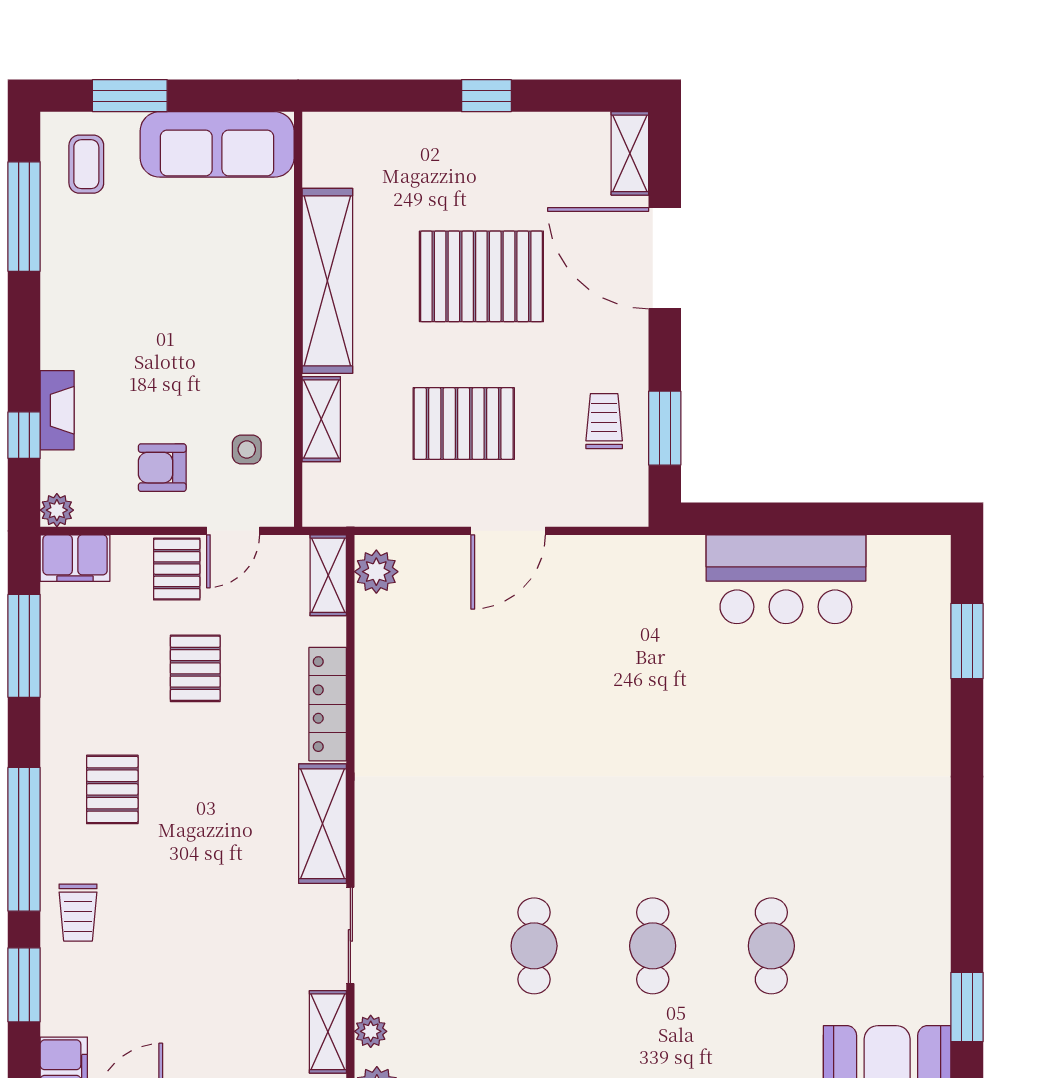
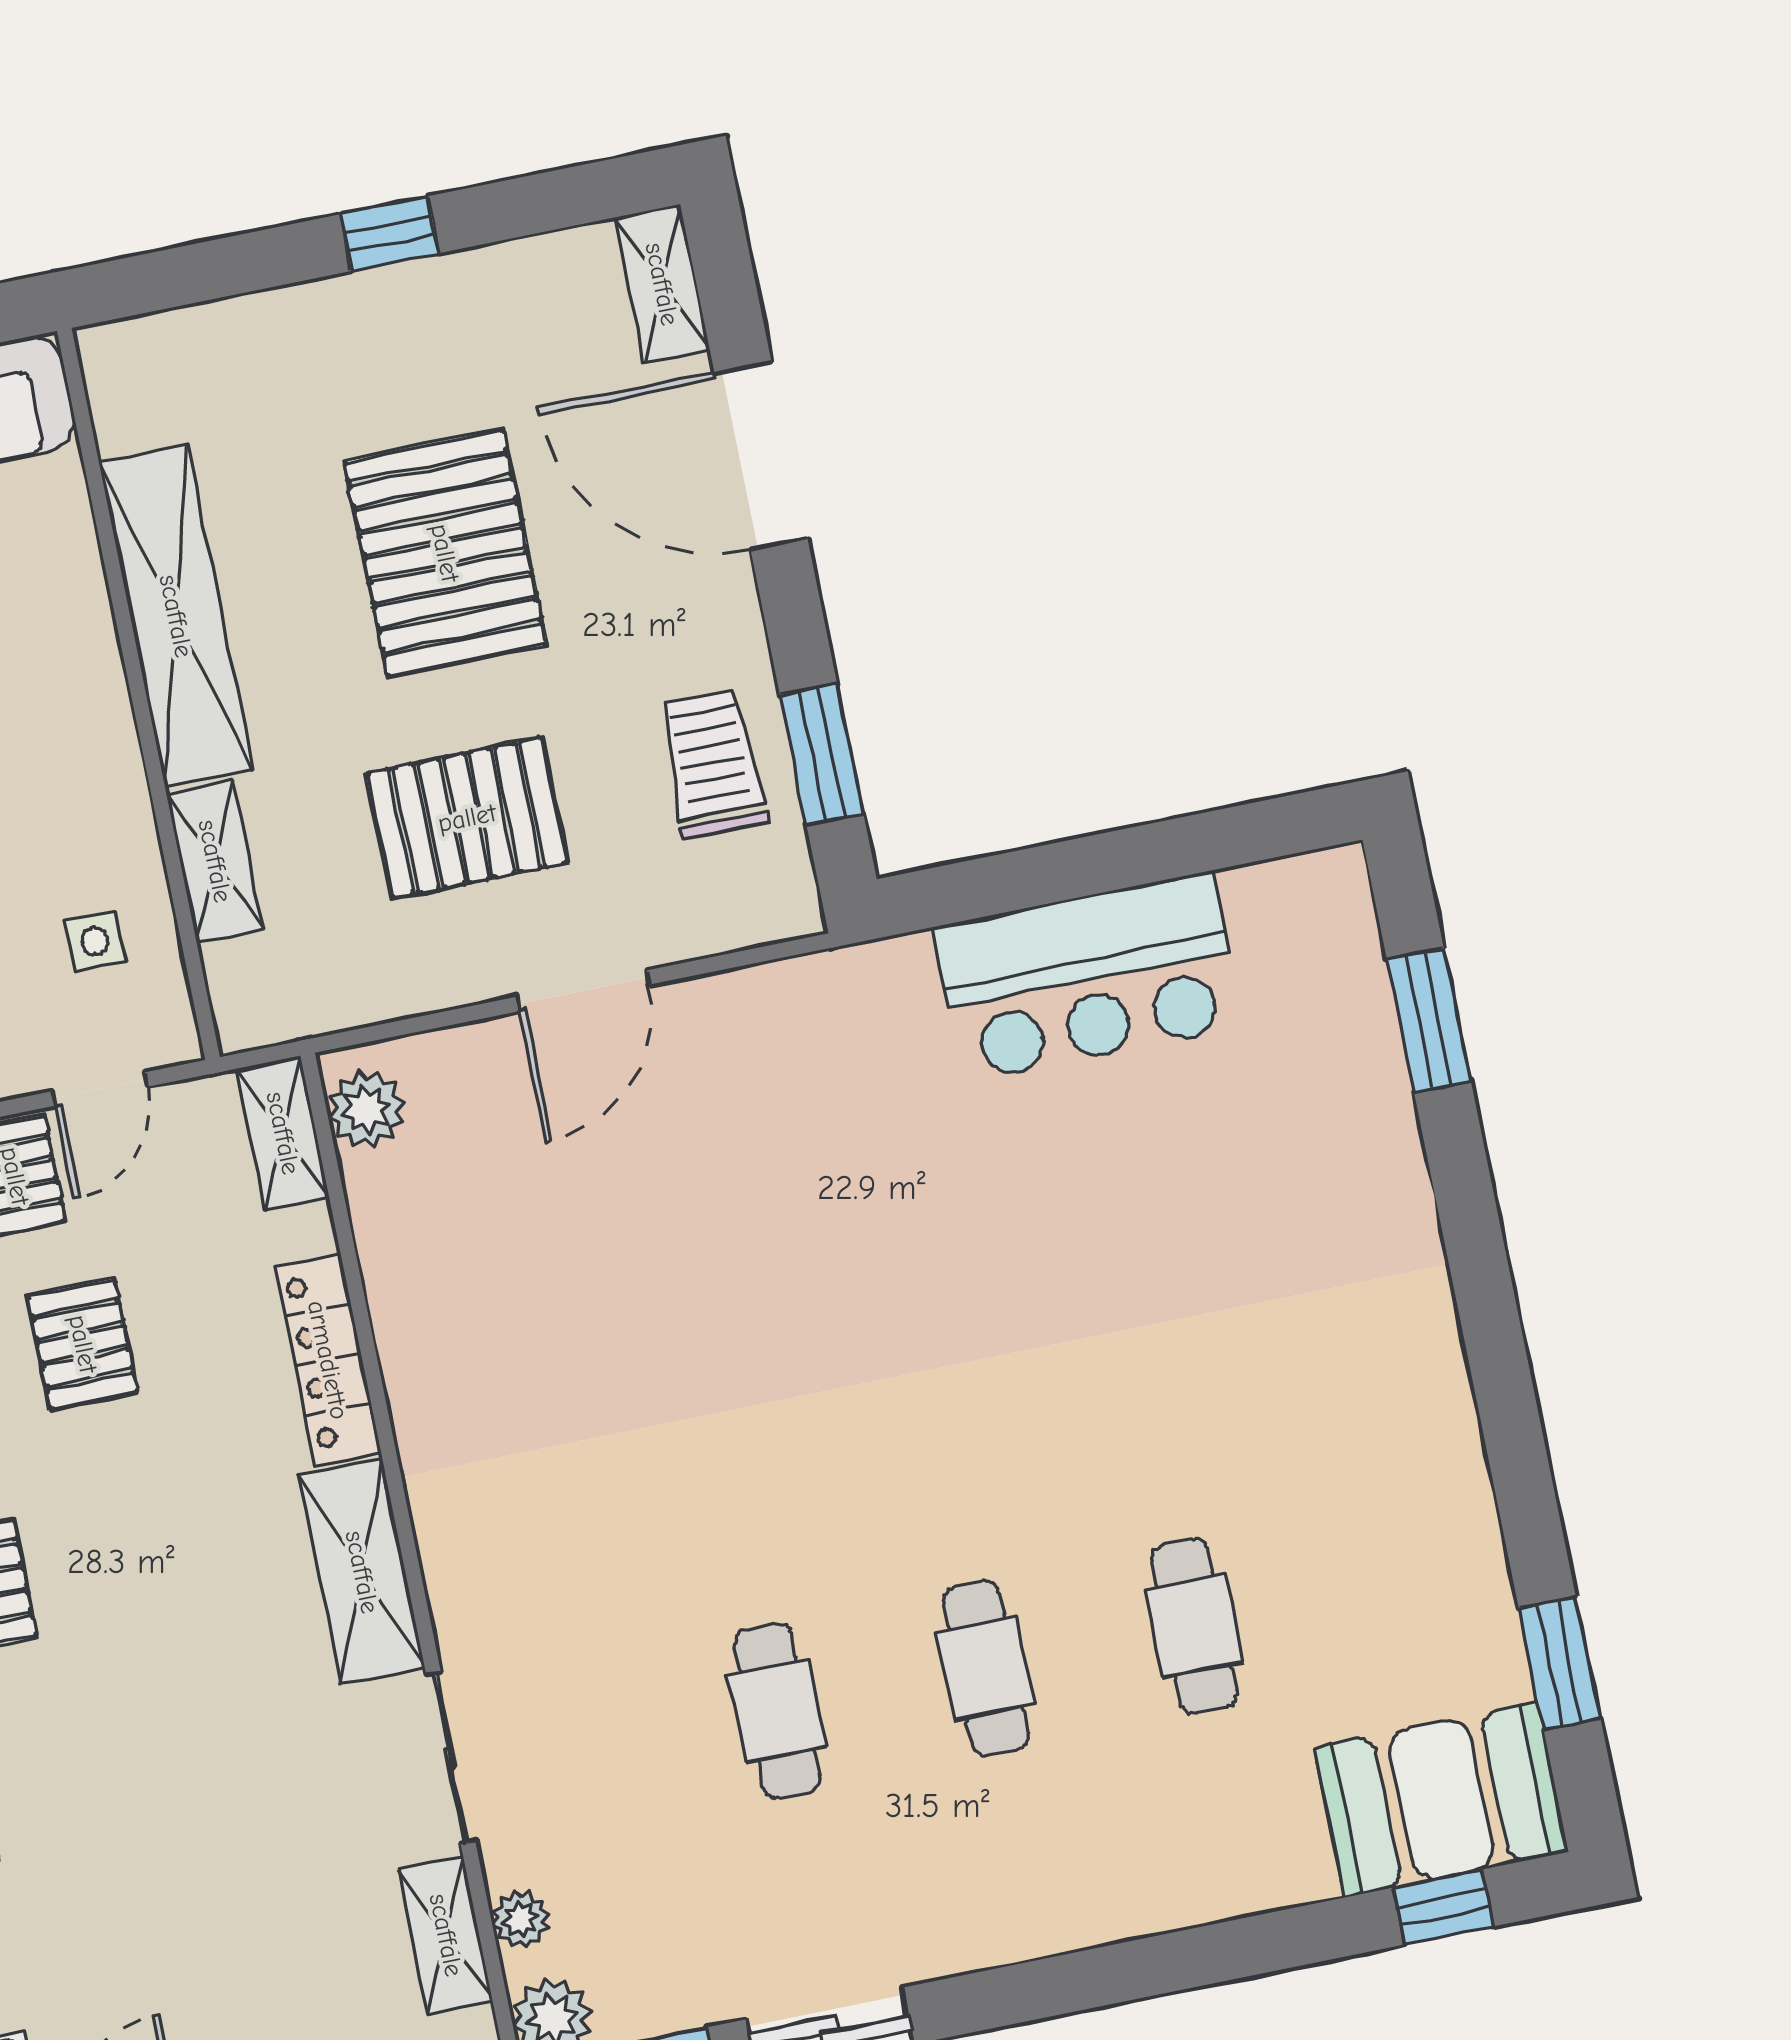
pallet: (481, 276) -> (445, 553), turned 90
trolley: (604, 421) -> (713, 764), width x1.36, depth x1.39

